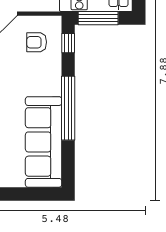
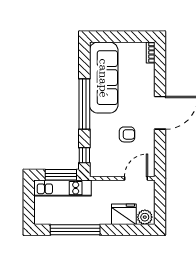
armchair: (37, 42) -> (127, 134), moved

